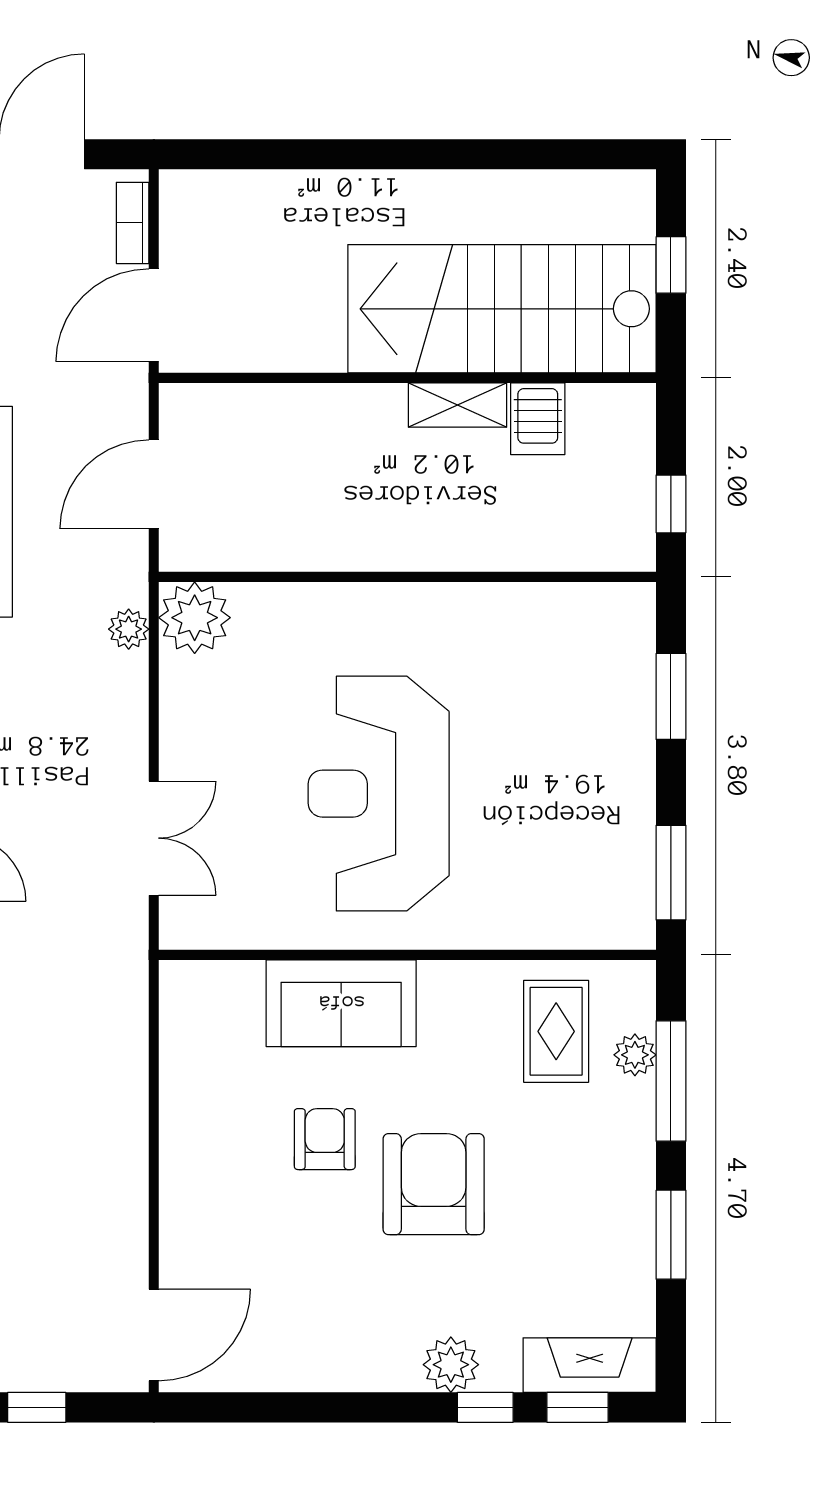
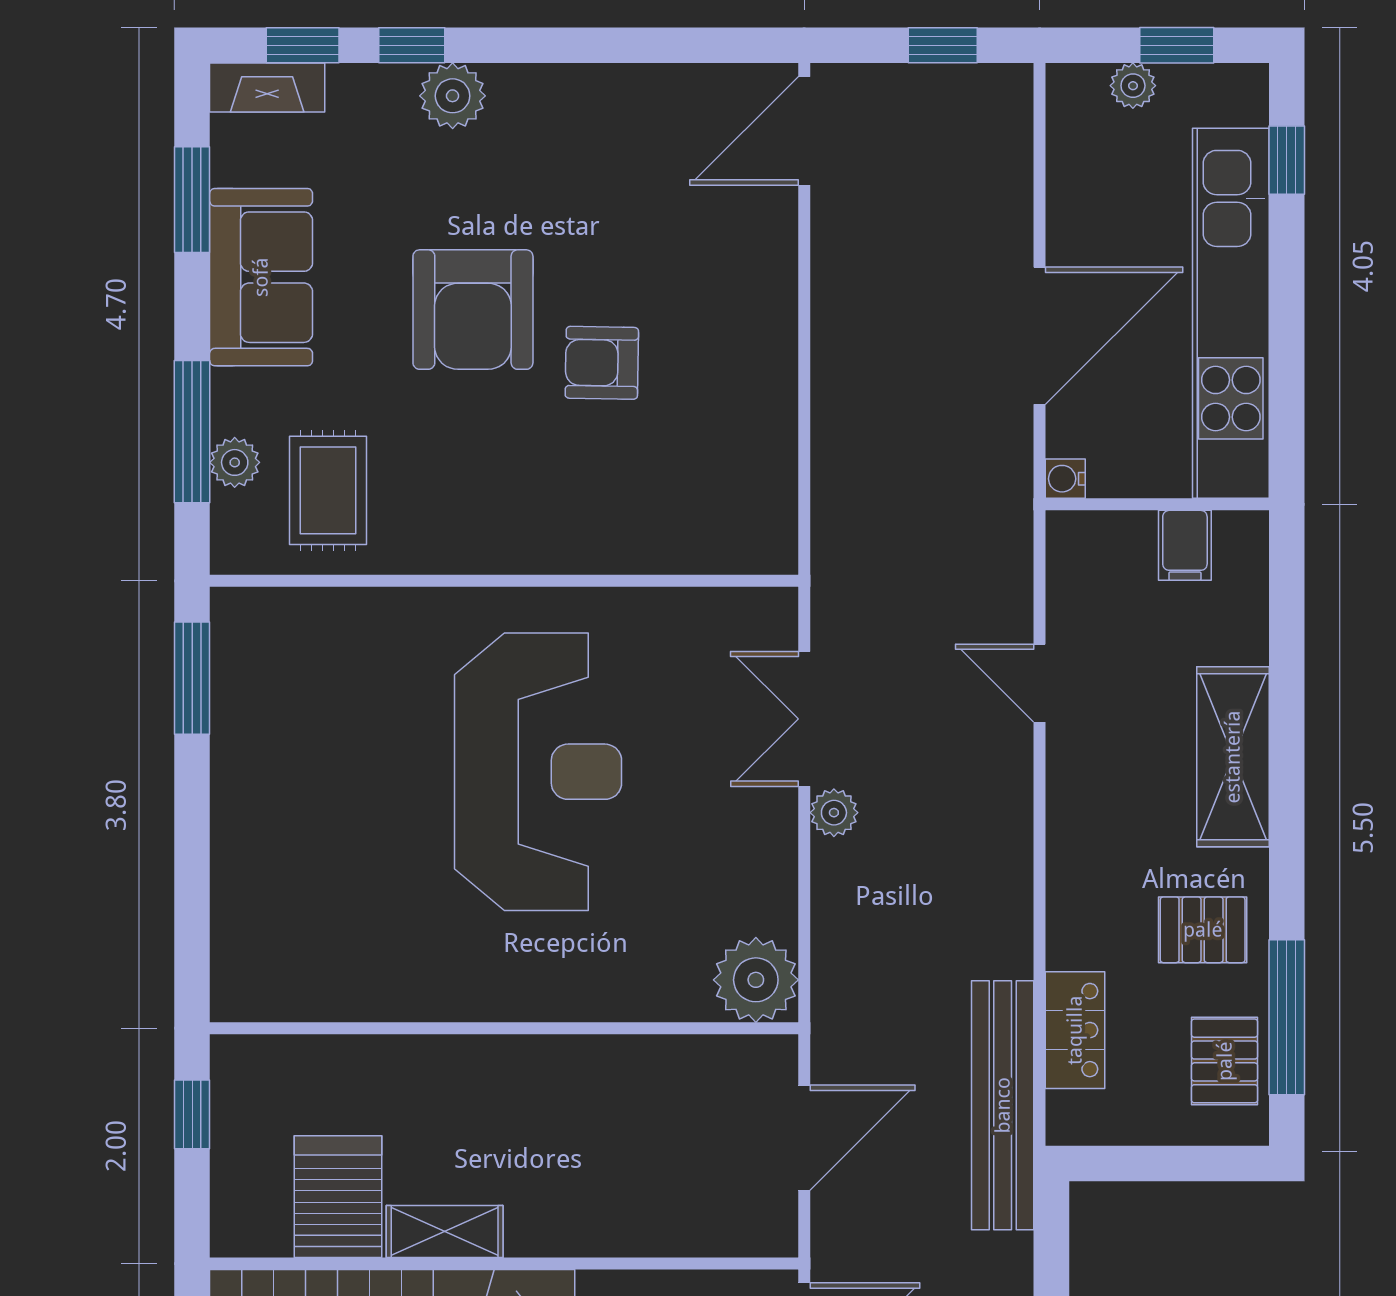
server rack: (538, 419) -> (338, 1197), width x1.36, depth x1.44
plant: (129, 629) -> (834, 813), moved
window: (671, 696) -> (192, 887), removed
sofa: (341, 1003) -> (261, 277), moved, turned 90
armchair: (325, 1139) -> (602, 363), turned 91
window: (671, 1235) -> (192, 200), moved
fireplace: (590, 1365) -> (267, 87), width x0.73, depth x0.76

